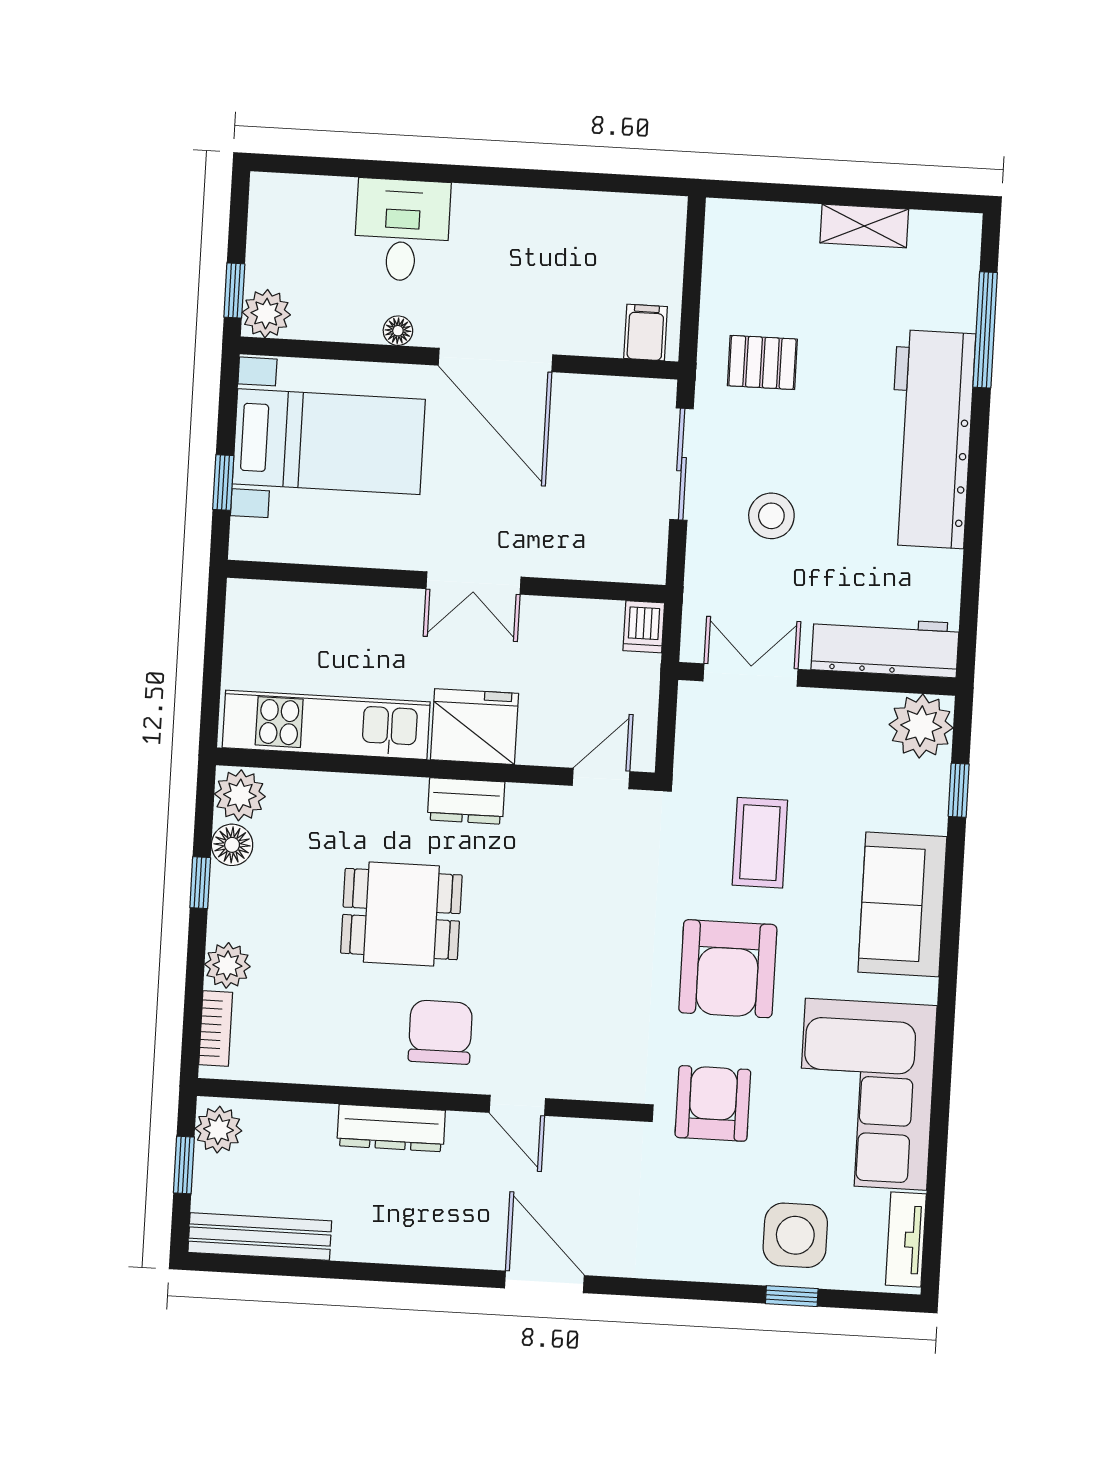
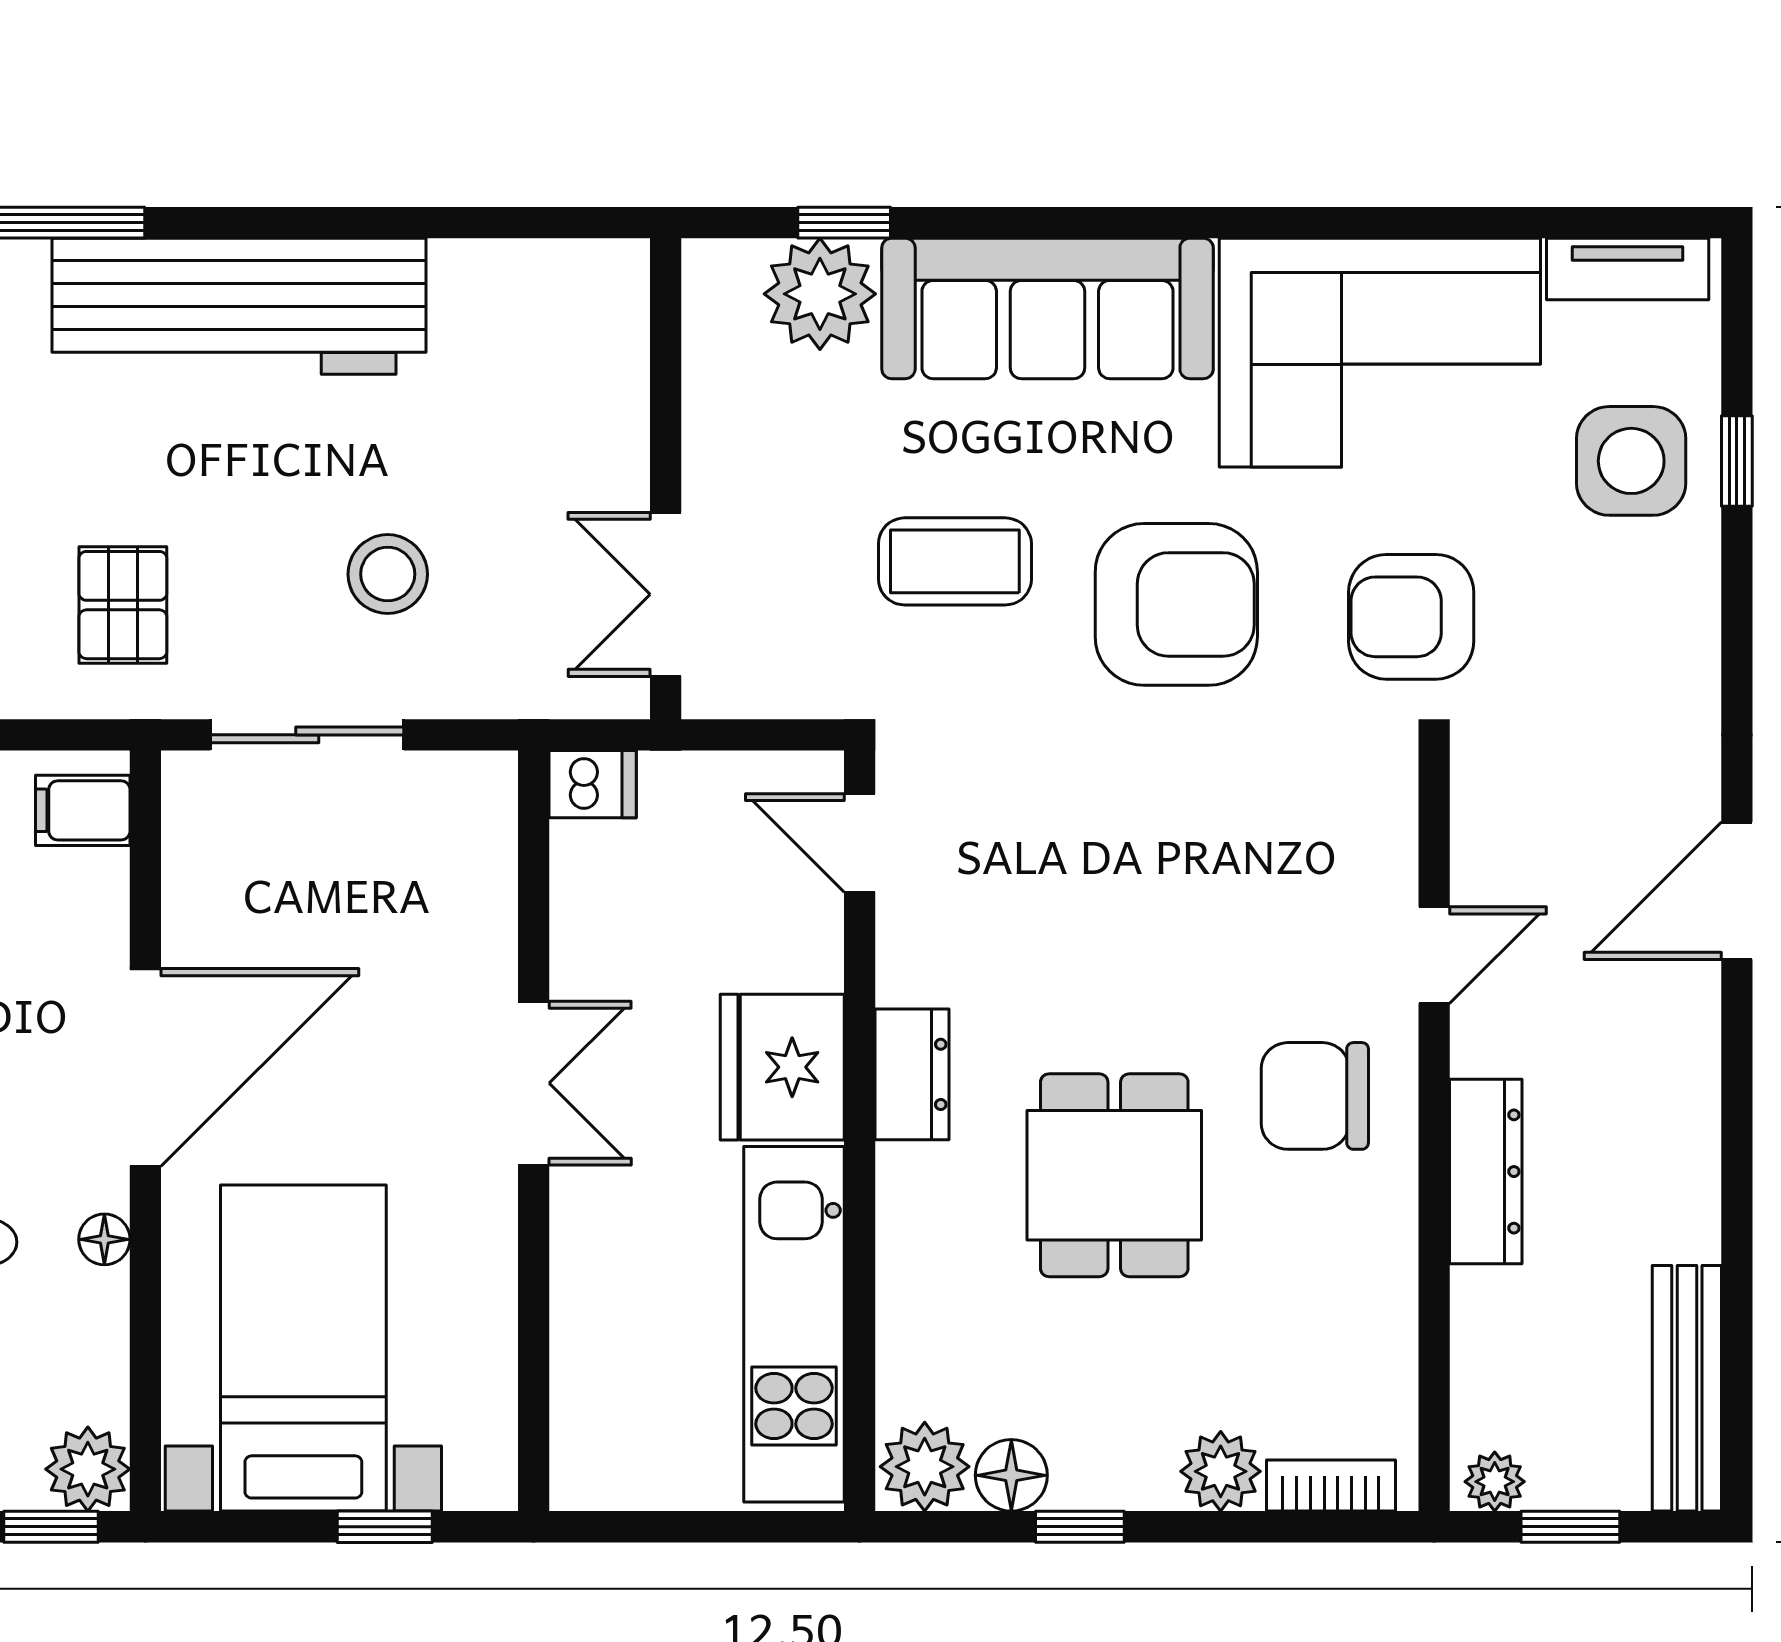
workbench: (885, 647) -> (603, 364), removed
plant: (921, 726) -> (820, 294), moved
sofa: (902, 904) -> (1048, 308), width x1.36
plant: (218, 1130) -> (1495, 1482), width x0.73, depth x0.73

